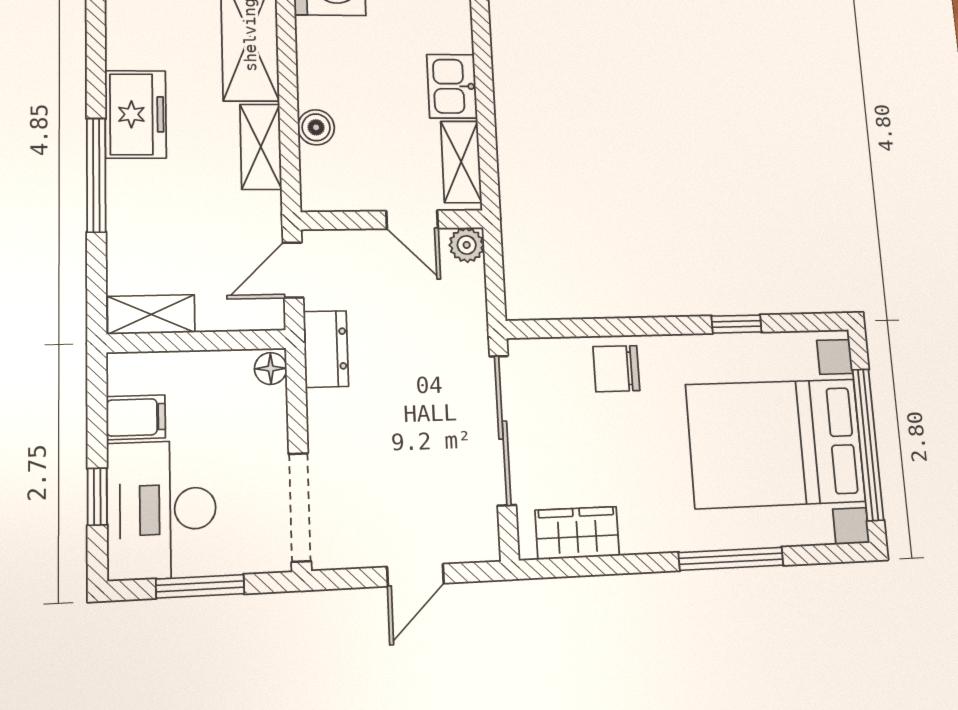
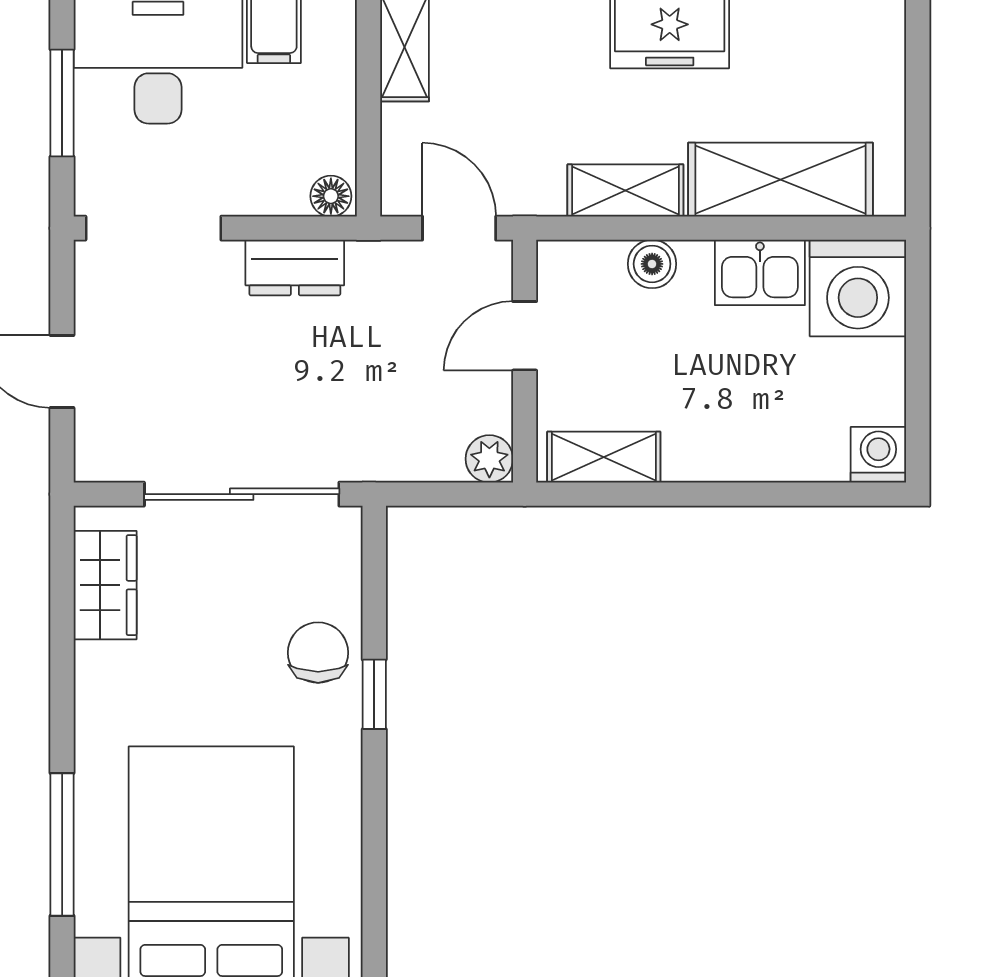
kitchen sink: (452, 86) -> (760, 272), moved, turned 180
door: (412, 220) -> (525, 336), moved
window: (737, 324) -> (374, 694), moved
dresser: (326, 349) -> (295, 268), moved
window: (731, 559) -> (62, 844), moved

